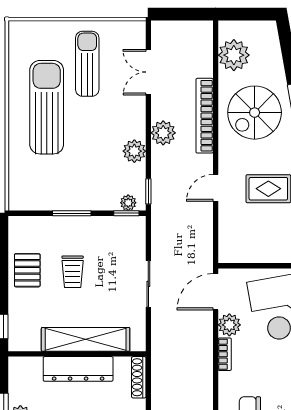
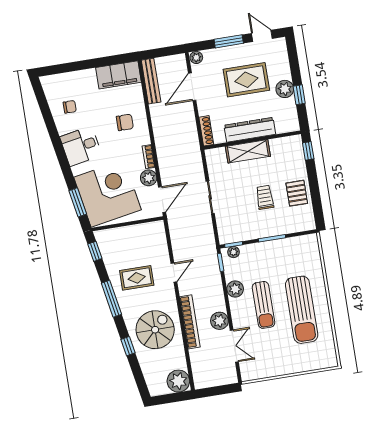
plant: (234, 55) -> (178, 381), moved
sun lounger: (87, 64) -> (263, 305), moved
plant: (163, 133) -> (219, 321), moved
shelving: (86, 339) -> (248, 151), width x0.68

